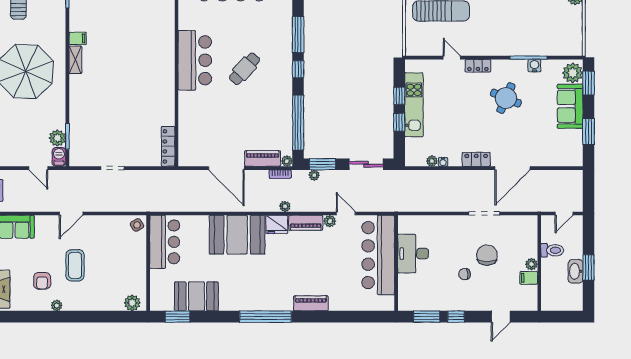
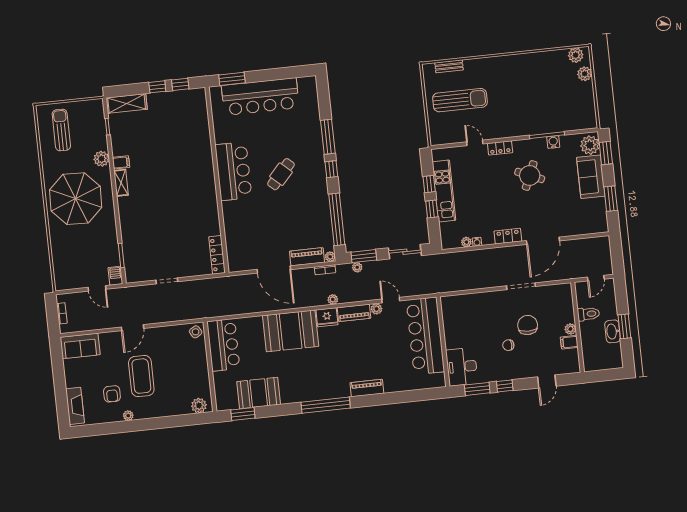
plant: (57, 138) -> (101, 159), moved
desk: (413, 254) -> (462, 367), moved
coffee table: (75, 265) -> (141, 376), width x1.36, depth x1.32

